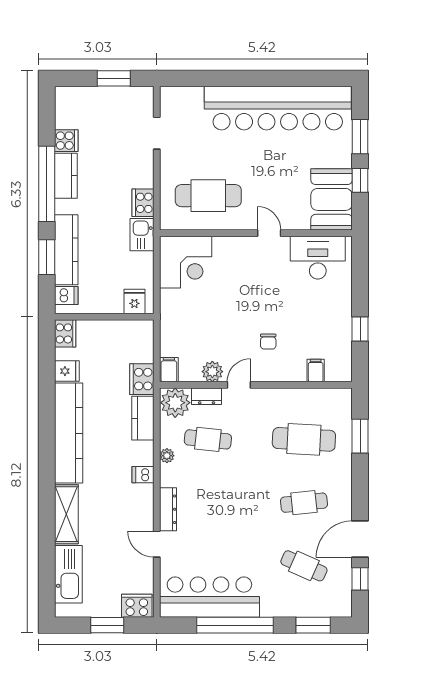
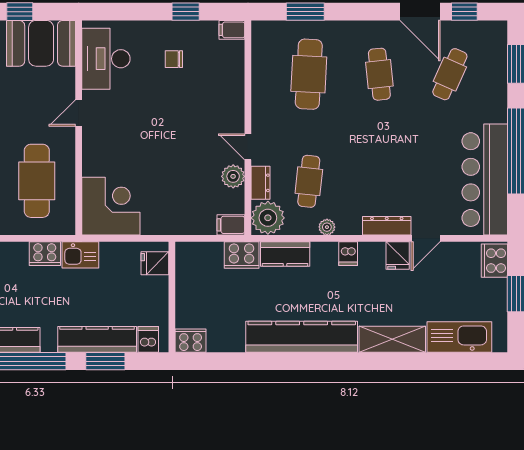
chair: (268, 342) -> (174, 59), moved, turned 180
fridge: (67, 371) -> (398, 256), moved, turned 180
filing cabinet: (316, 371) -> (232, 30), moved

